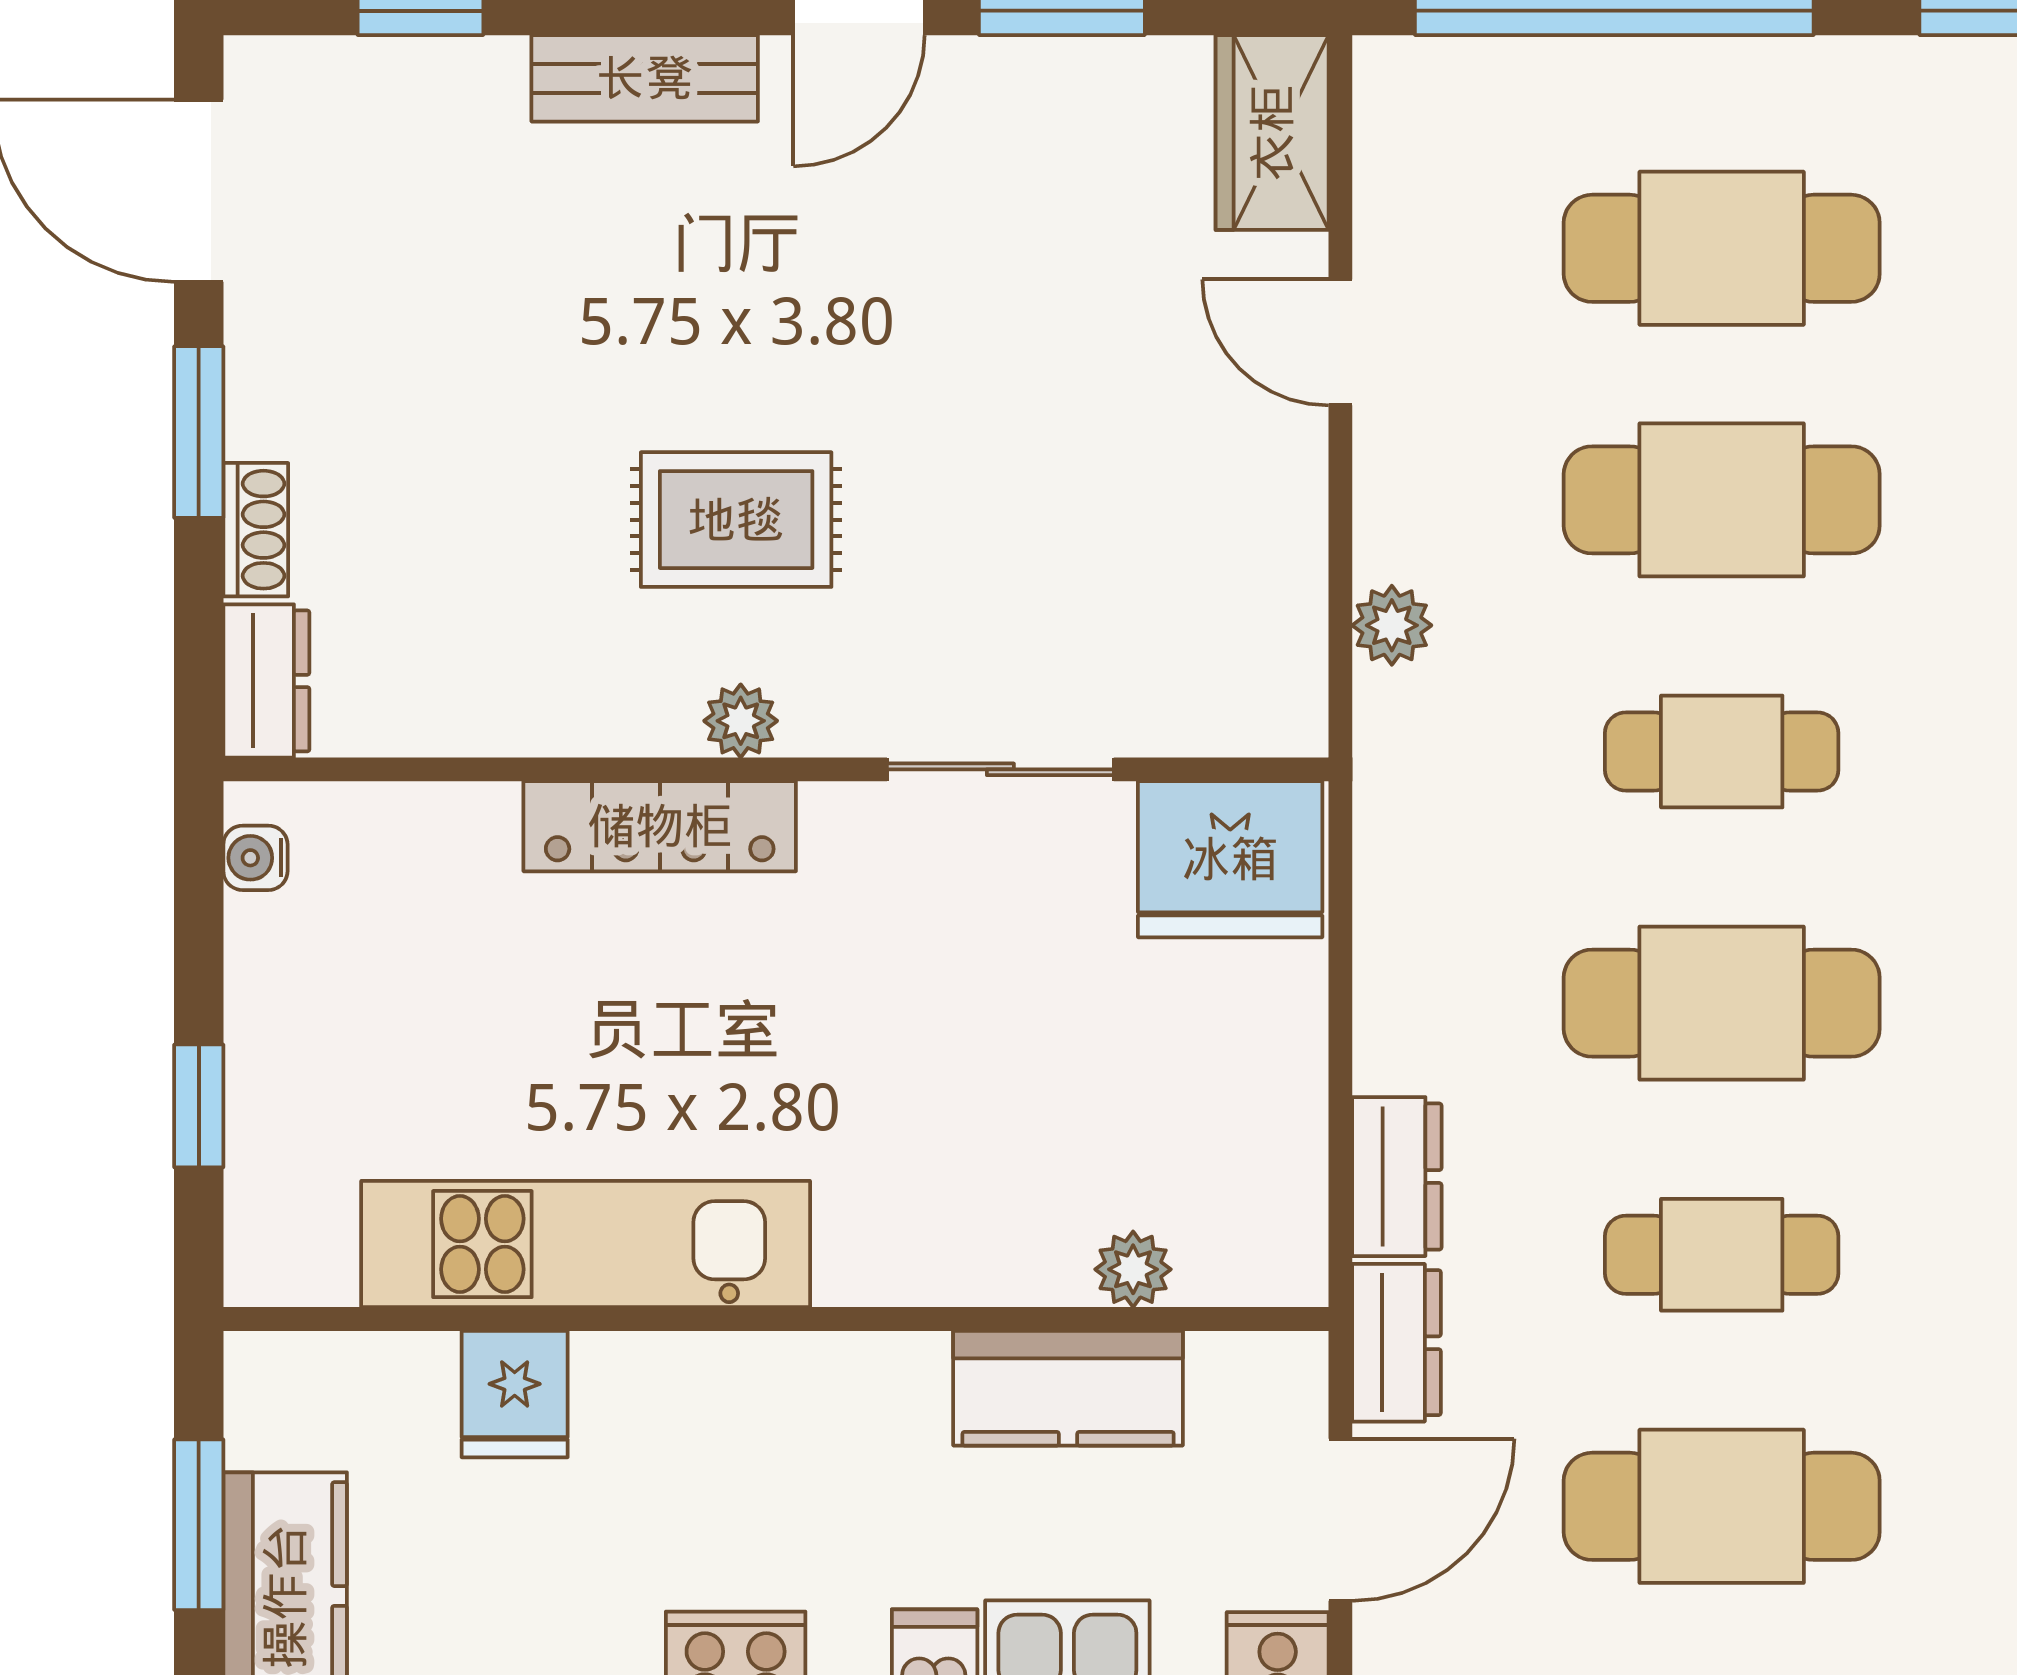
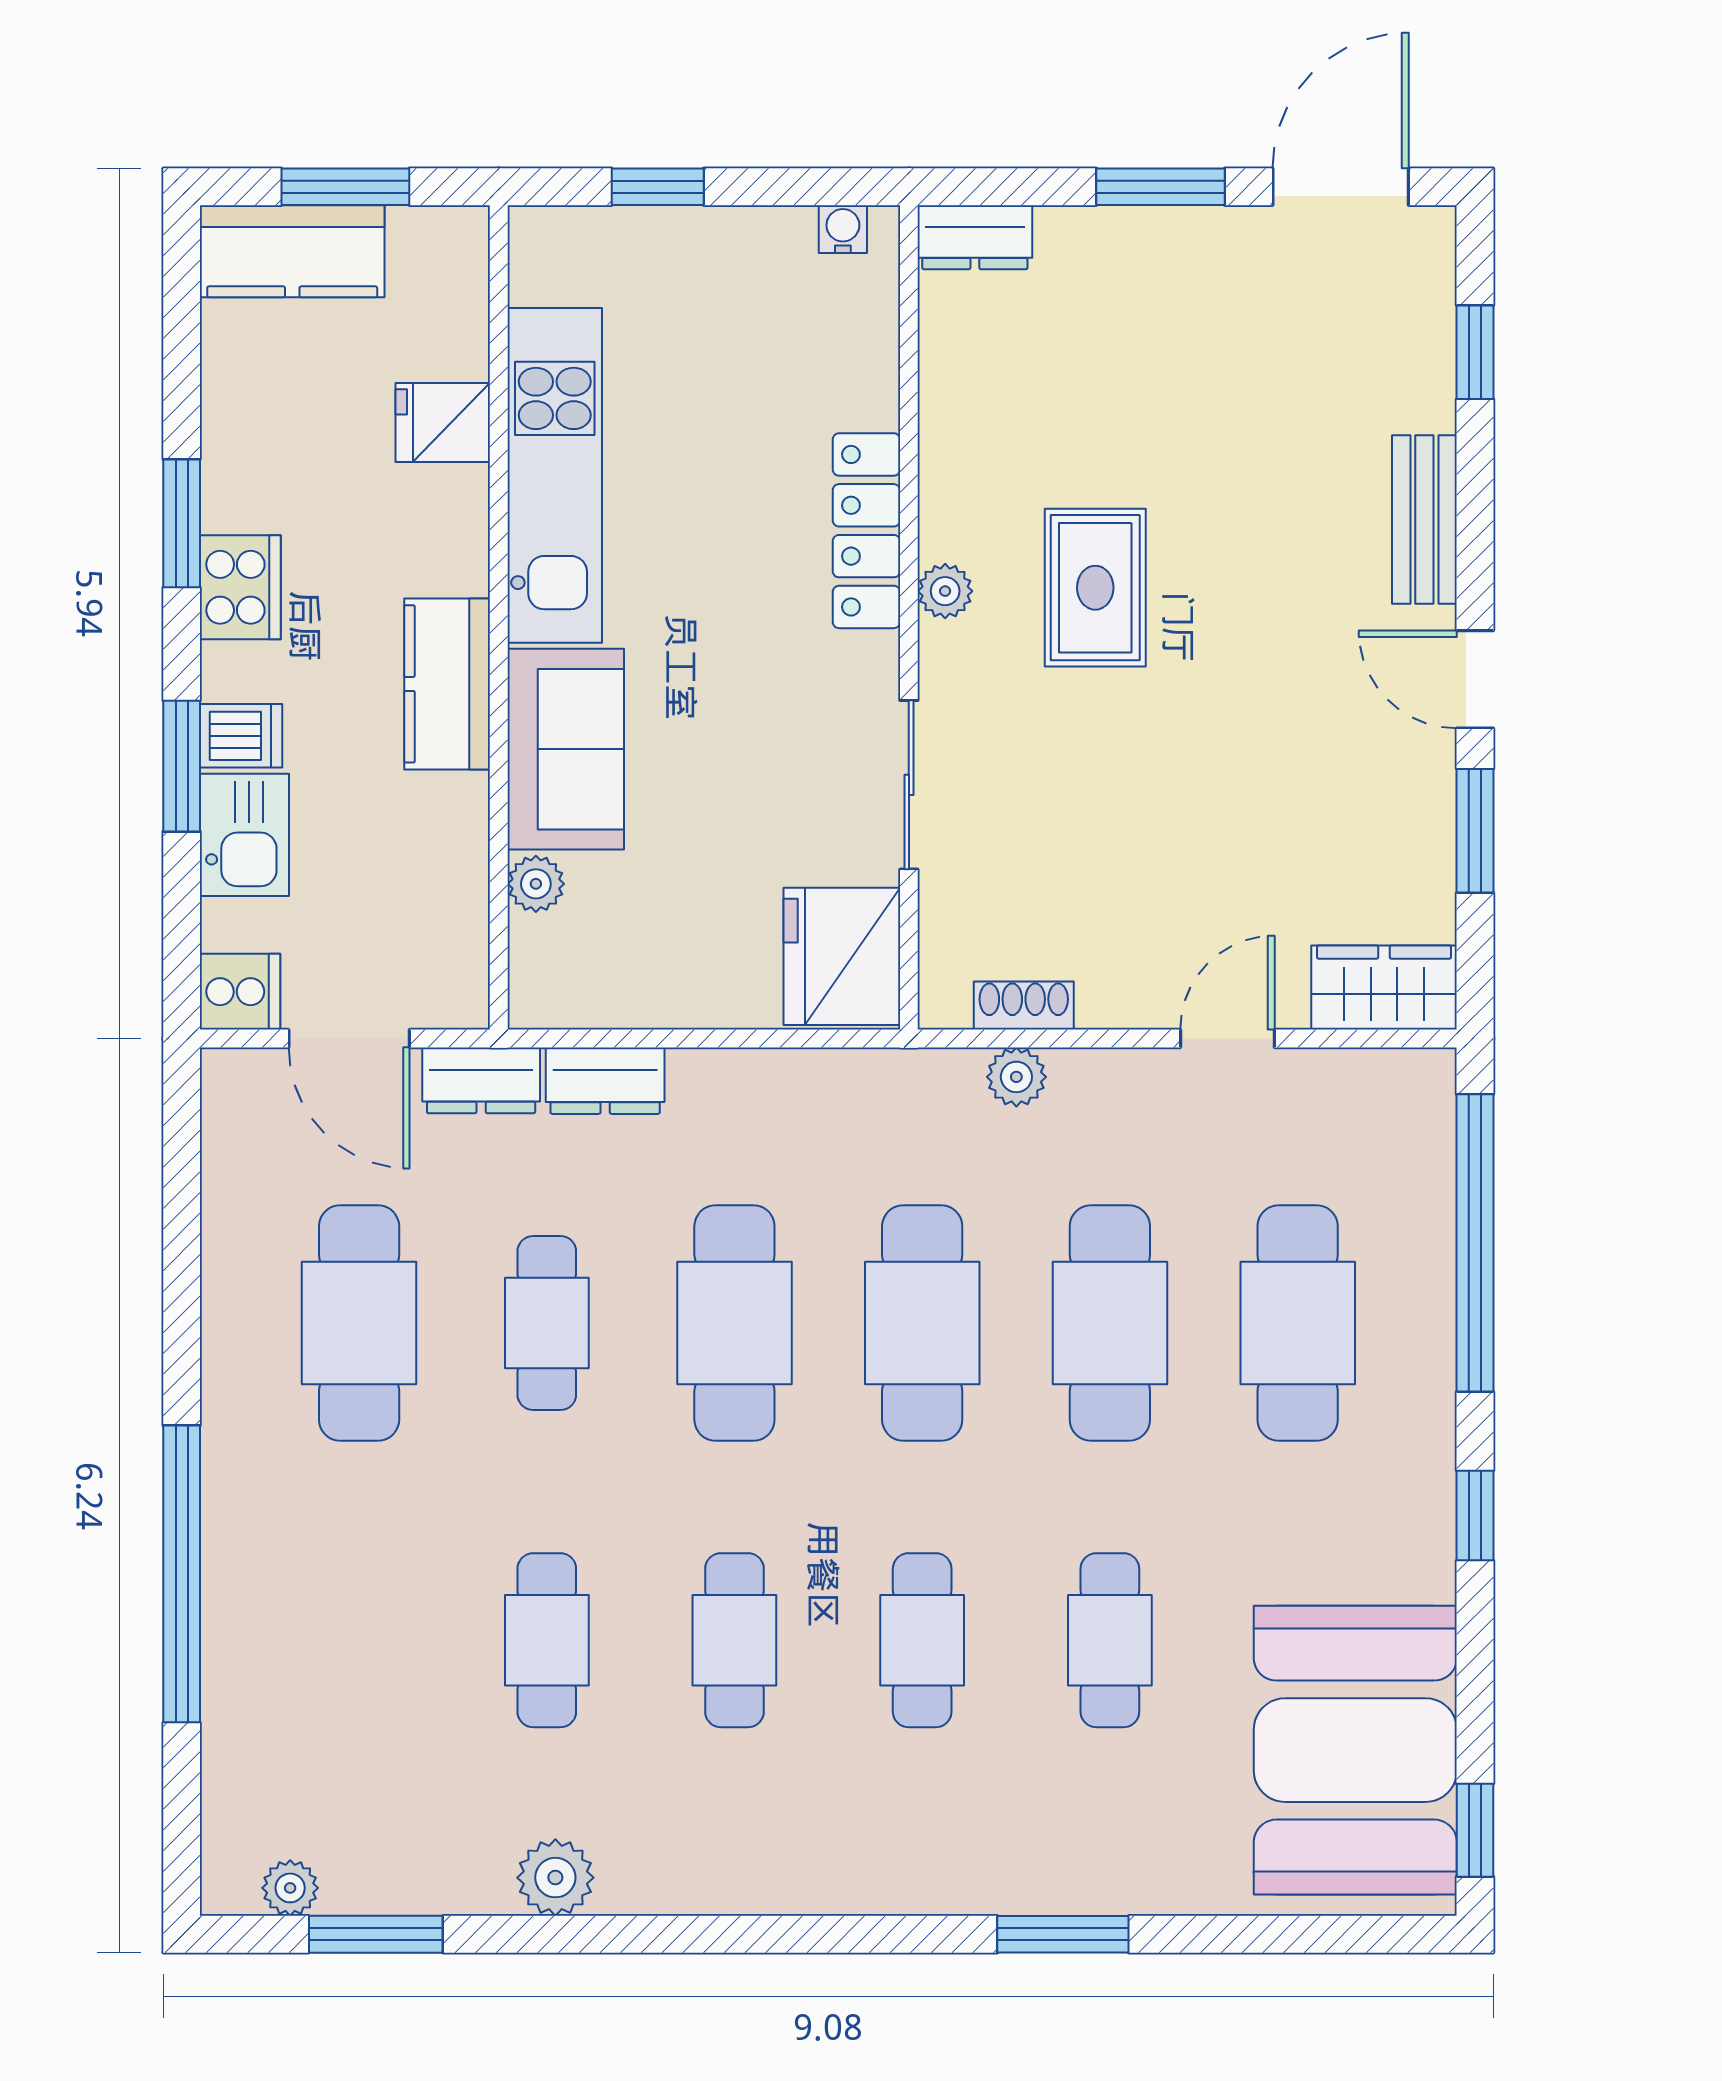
shoe rack: (256, 530) -> (1024, 1006), moved, turned 180
cafe table: (1722, 751) -> (922, 1323), width x1.37, depth x1.35
sofa: (953, 1229) -> (566, 749), added
kitchen counter: (1068, 1388) -> (447, 684), moved

